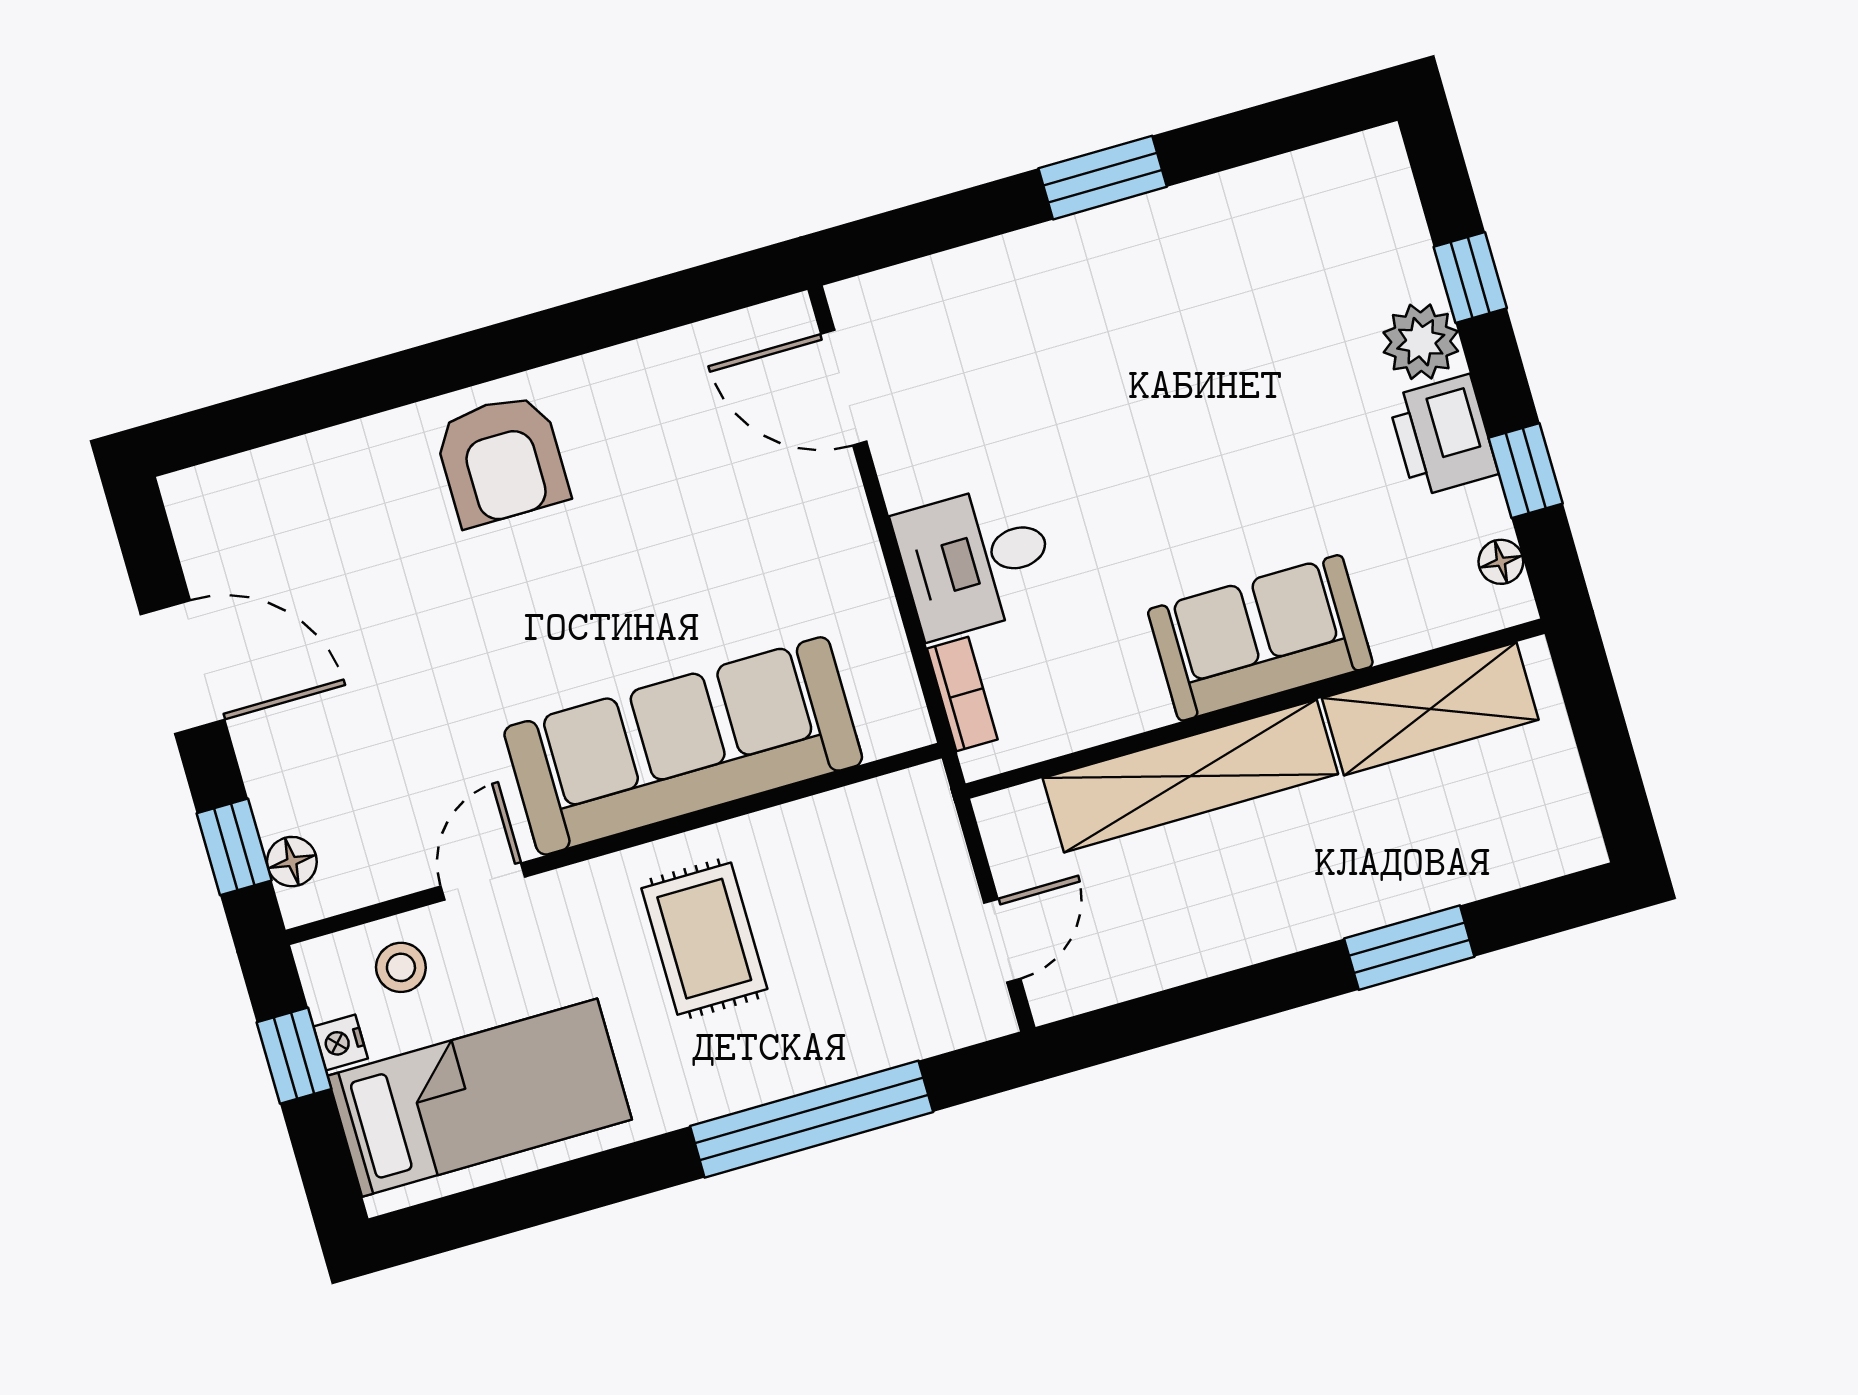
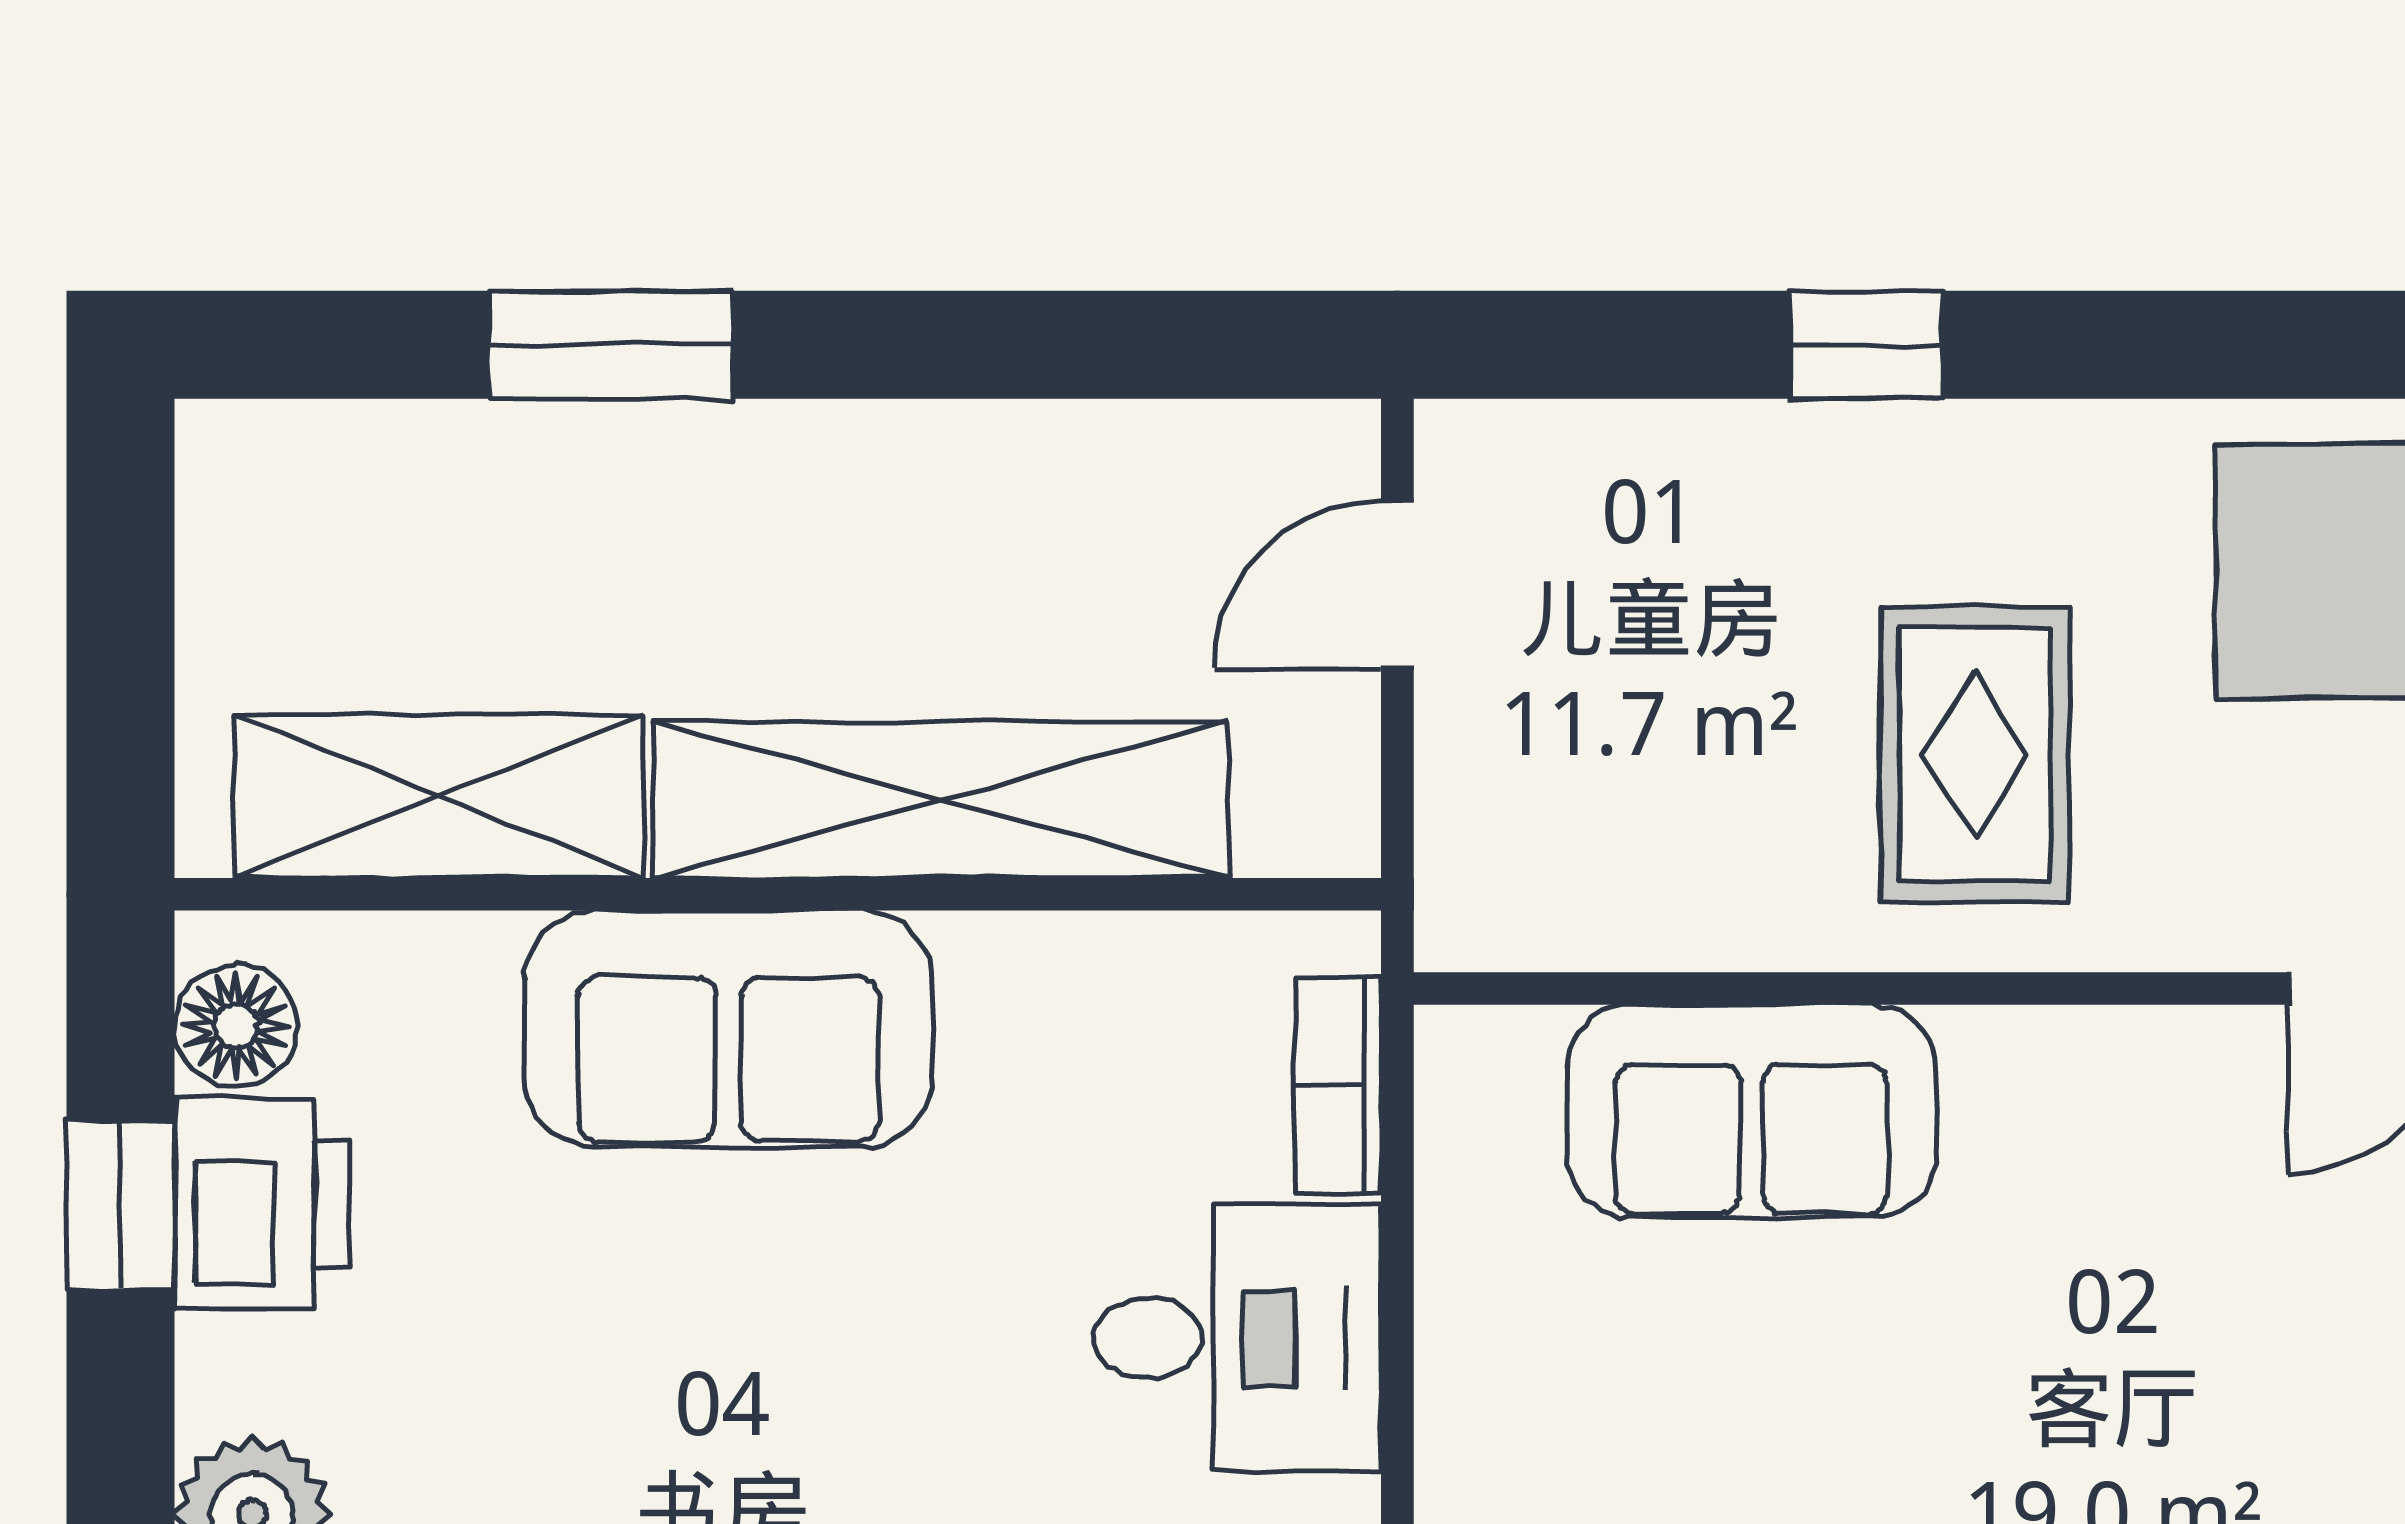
printer: (1443, 436) -> (262, 1204), moved
floor lamp: (1501, 562) -> (236, 1026), width x1.37, depth x1.37
sofa: (683, 746) -> (1751, 1111), width x0.54, depth x0.79
window: (812, 1119) -> (1867, 345), width x0.32

